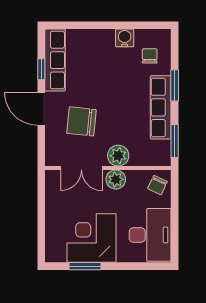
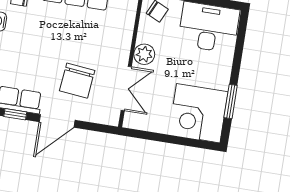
plant: (118, 156) -> (119, 48), removed
corner desk: (91, 238) -> (198, 113), moved

